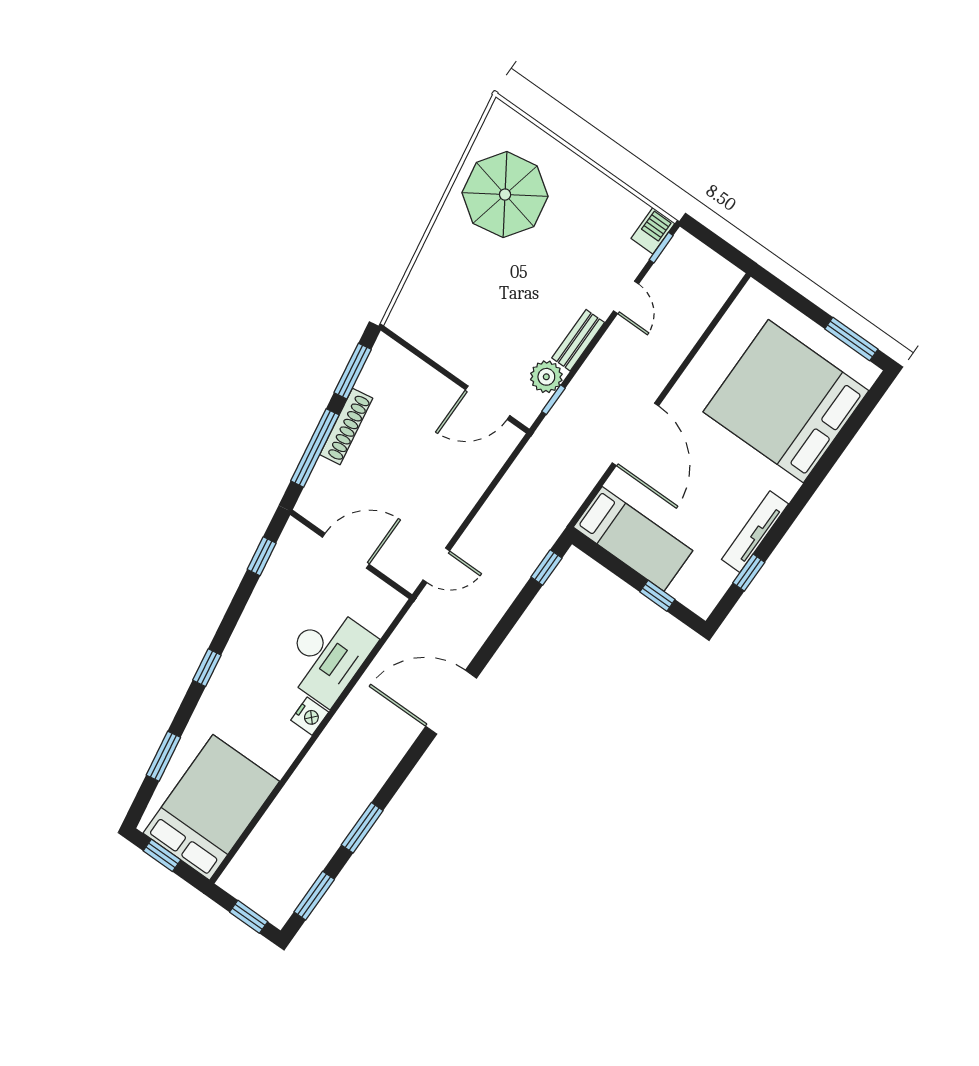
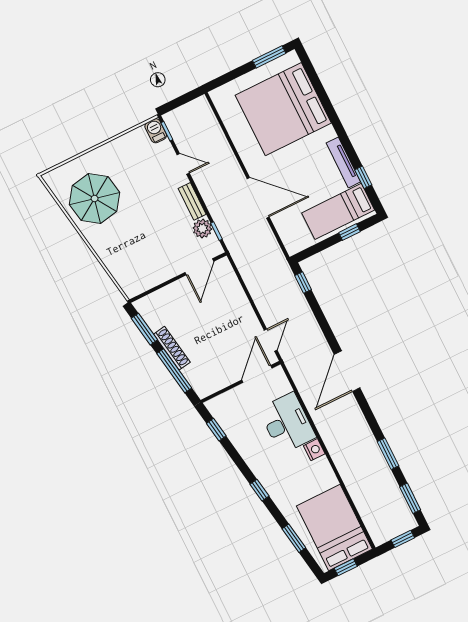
bed: (633, 539) -> (338, 211), moved, turned 180
door: (346, 551) -> (257, 374), moved

